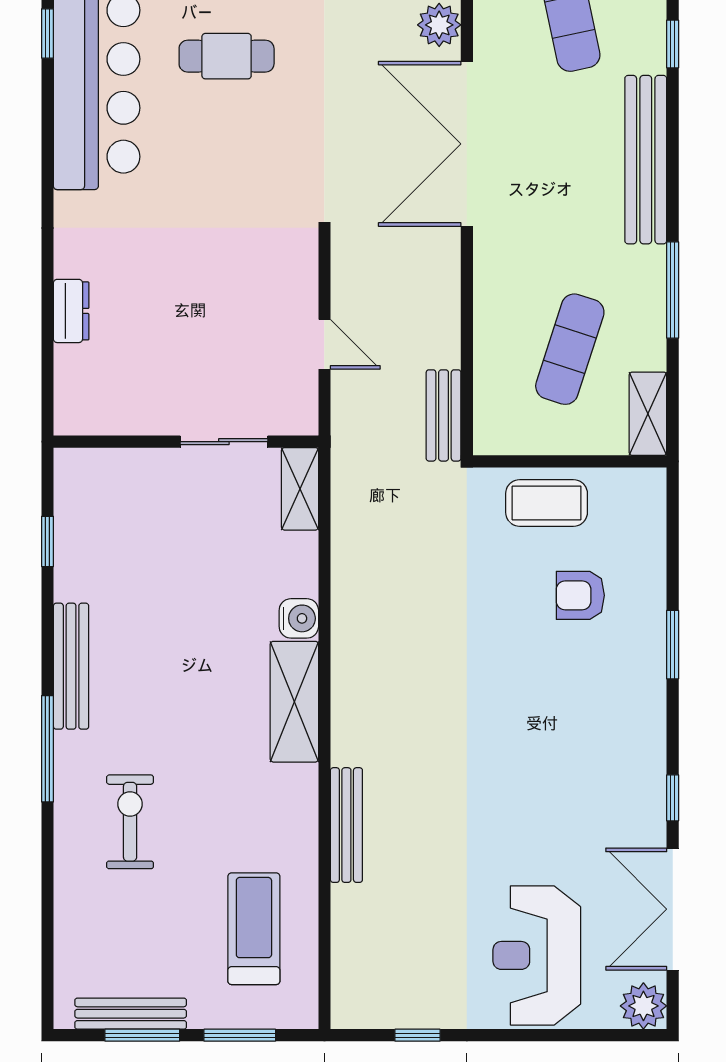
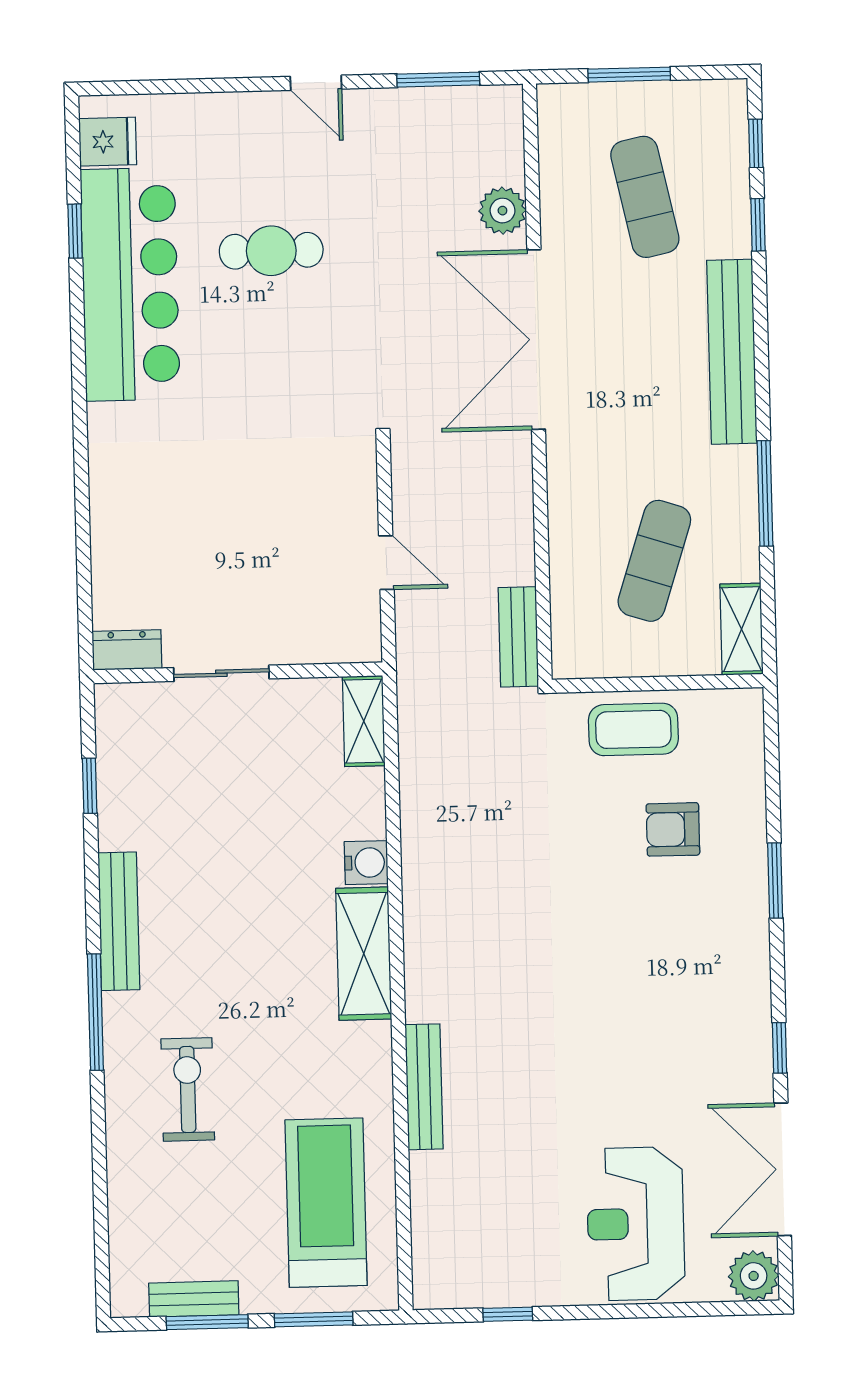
dresser: (71, 311) -> (127, 650), moved, turned -90
sliding door: (224, 442) -> (221, 673), moved
treadmill: (254, 929) -> (326, 1203), width x1.37, depth x1.38
bench: (131, 1014) -> (194, 1299), width x0.73

